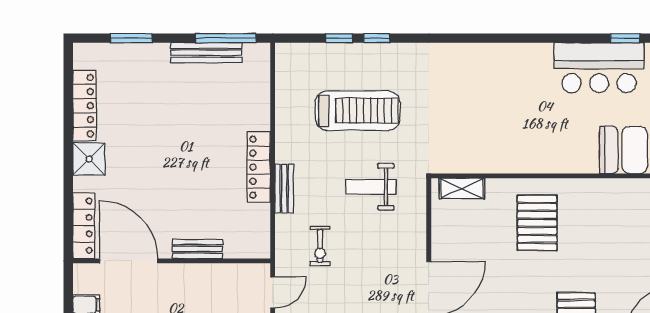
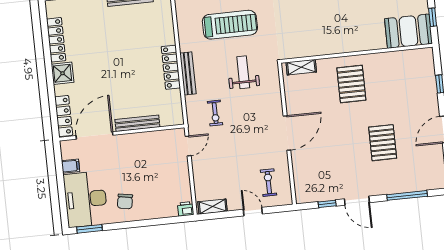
weight bench: (371, 187) -> (243, 72), turned 90
bench: (284, 188) -> (188, 73), width x1.36
bench: (197, 249) -> (137, 123), width x1.36
door: (129, 261) -> (94, 135), hinge flipped

